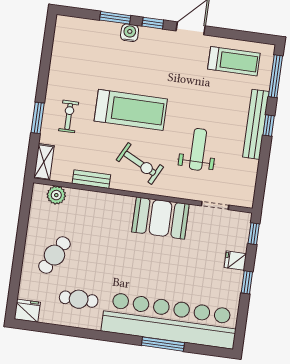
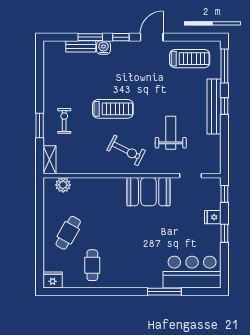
treadmill: (131, 110) -> (113, 109), width x0.73, depth x0.73
bench: (91, 179) -> (81, 46), moved
cafe table: (79, 299) -> (92, 265), turned 90
bar counter: (170, 320) -> (192, 272), width x0.54

